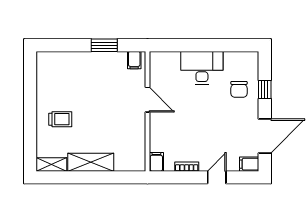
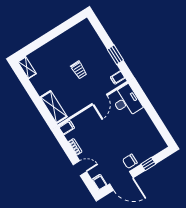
desk: (202, 68) -> (126, 101), moved
chair: (239, 89) -> (130, 161), moved
trolley: (60, 119) -> (79, 70), moved
shelving: (91, 162) -> (54, 107), moved

